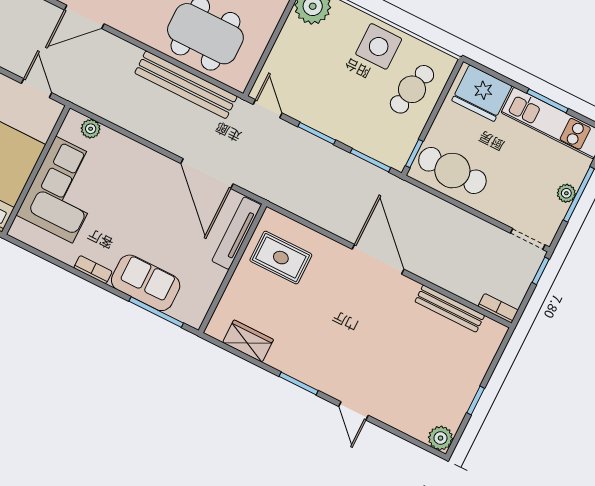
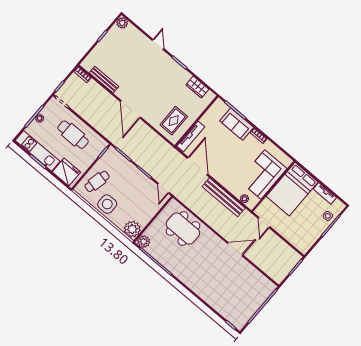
bench: (186, 85) -> (224, 197), moved
cafe table: (452, 171) -> (73, 135), moved
rug: (281, 258) -> (174, 121), turned 90

